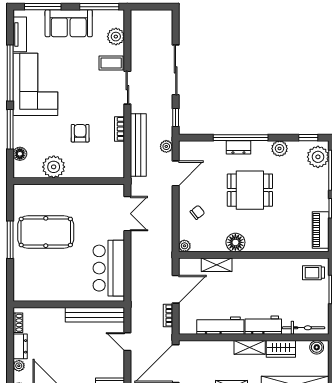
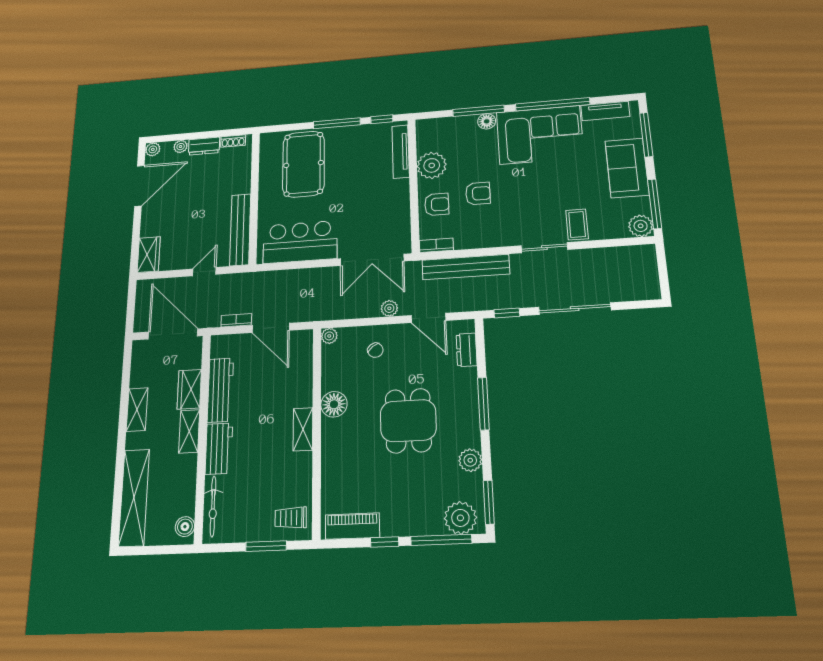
plant: (116, 37) -> (641, 226), moved
bookcase: (119, 129) -> (436, 245), moved
window: (241, 138) -> (483, 404), width x0.68
window: (308, 138) -> (489, 502), width x1.50
plant: (166, 146) -> (389, 308), moved
dresser: (238, 147) -> (467, 350), moved
floor lamp: (20, 154) -> (487, 121), moved
armchair: (86, 164) -> (437, 204), added
tv unit: (40, 190) -> (401, 152), added
window: (10, 204) -> (382, 119), added
double door: (127, 214) -> (372, 260), width x1.37
pool table: (46, 232) -> (304, 164), moved
shelving: (217, 265) -> (303, 429), moved
trolley: (313, 273) -> (291, 518), turned -90
wardrobe: (281, 349) -> (189, 389), moved

